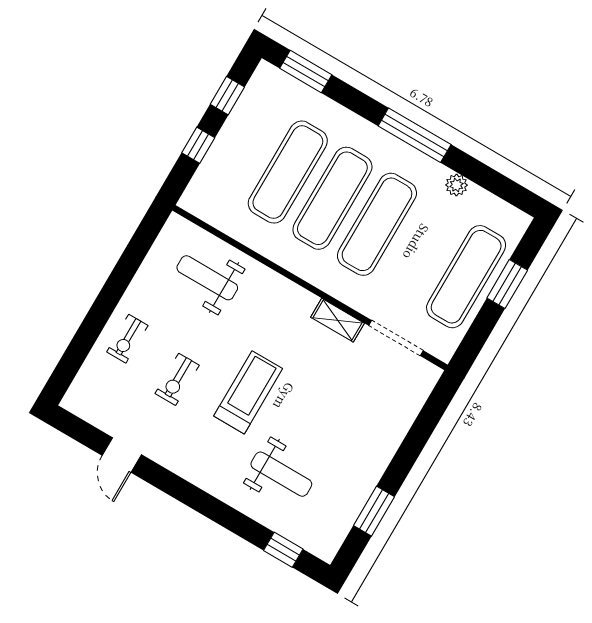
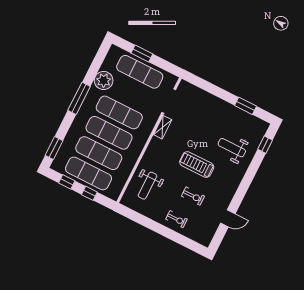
exercise mat: (243, 146) -> (88, 173), added
plant: (457, 185) -> (104, 80), width x1.87, depth x1.87
weight bench: (281, 474) -> (232, 148), turned -90

